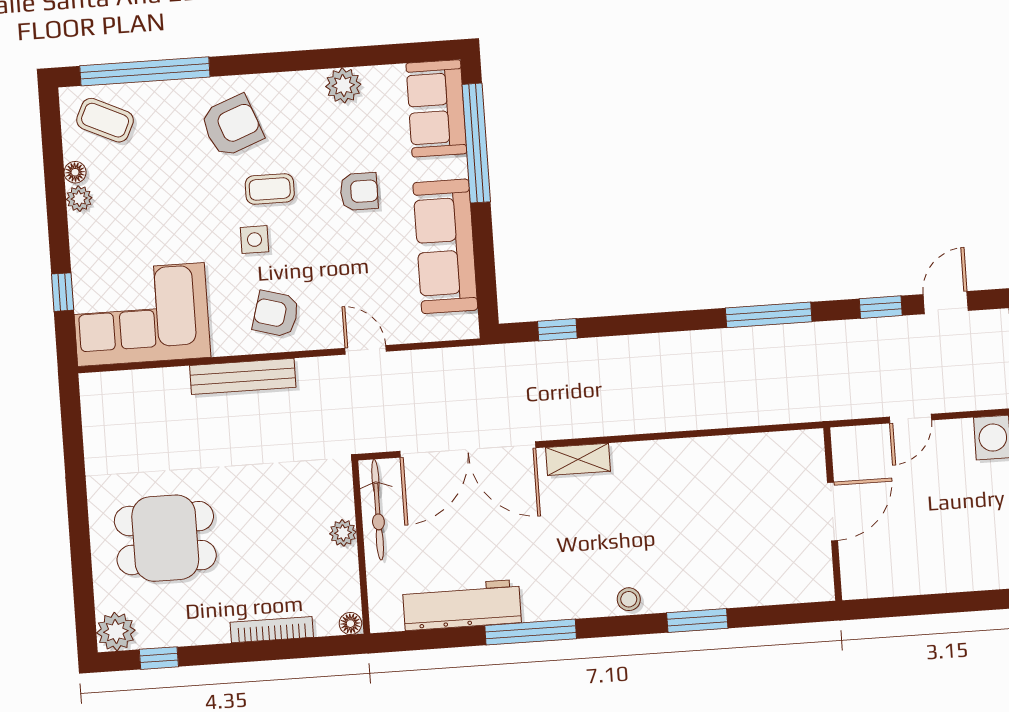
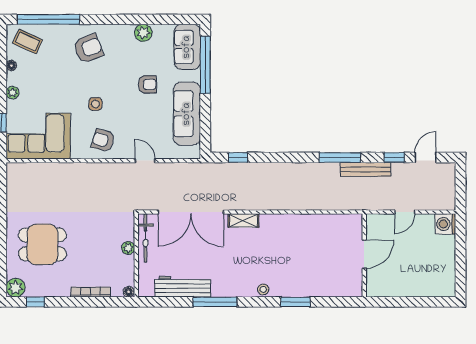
coffee table: (270, 189) -> (104, 80), removed
plant: (79, 199) -> (12, 93), moved
bench: (243, 376) -> (366, 169), moved

